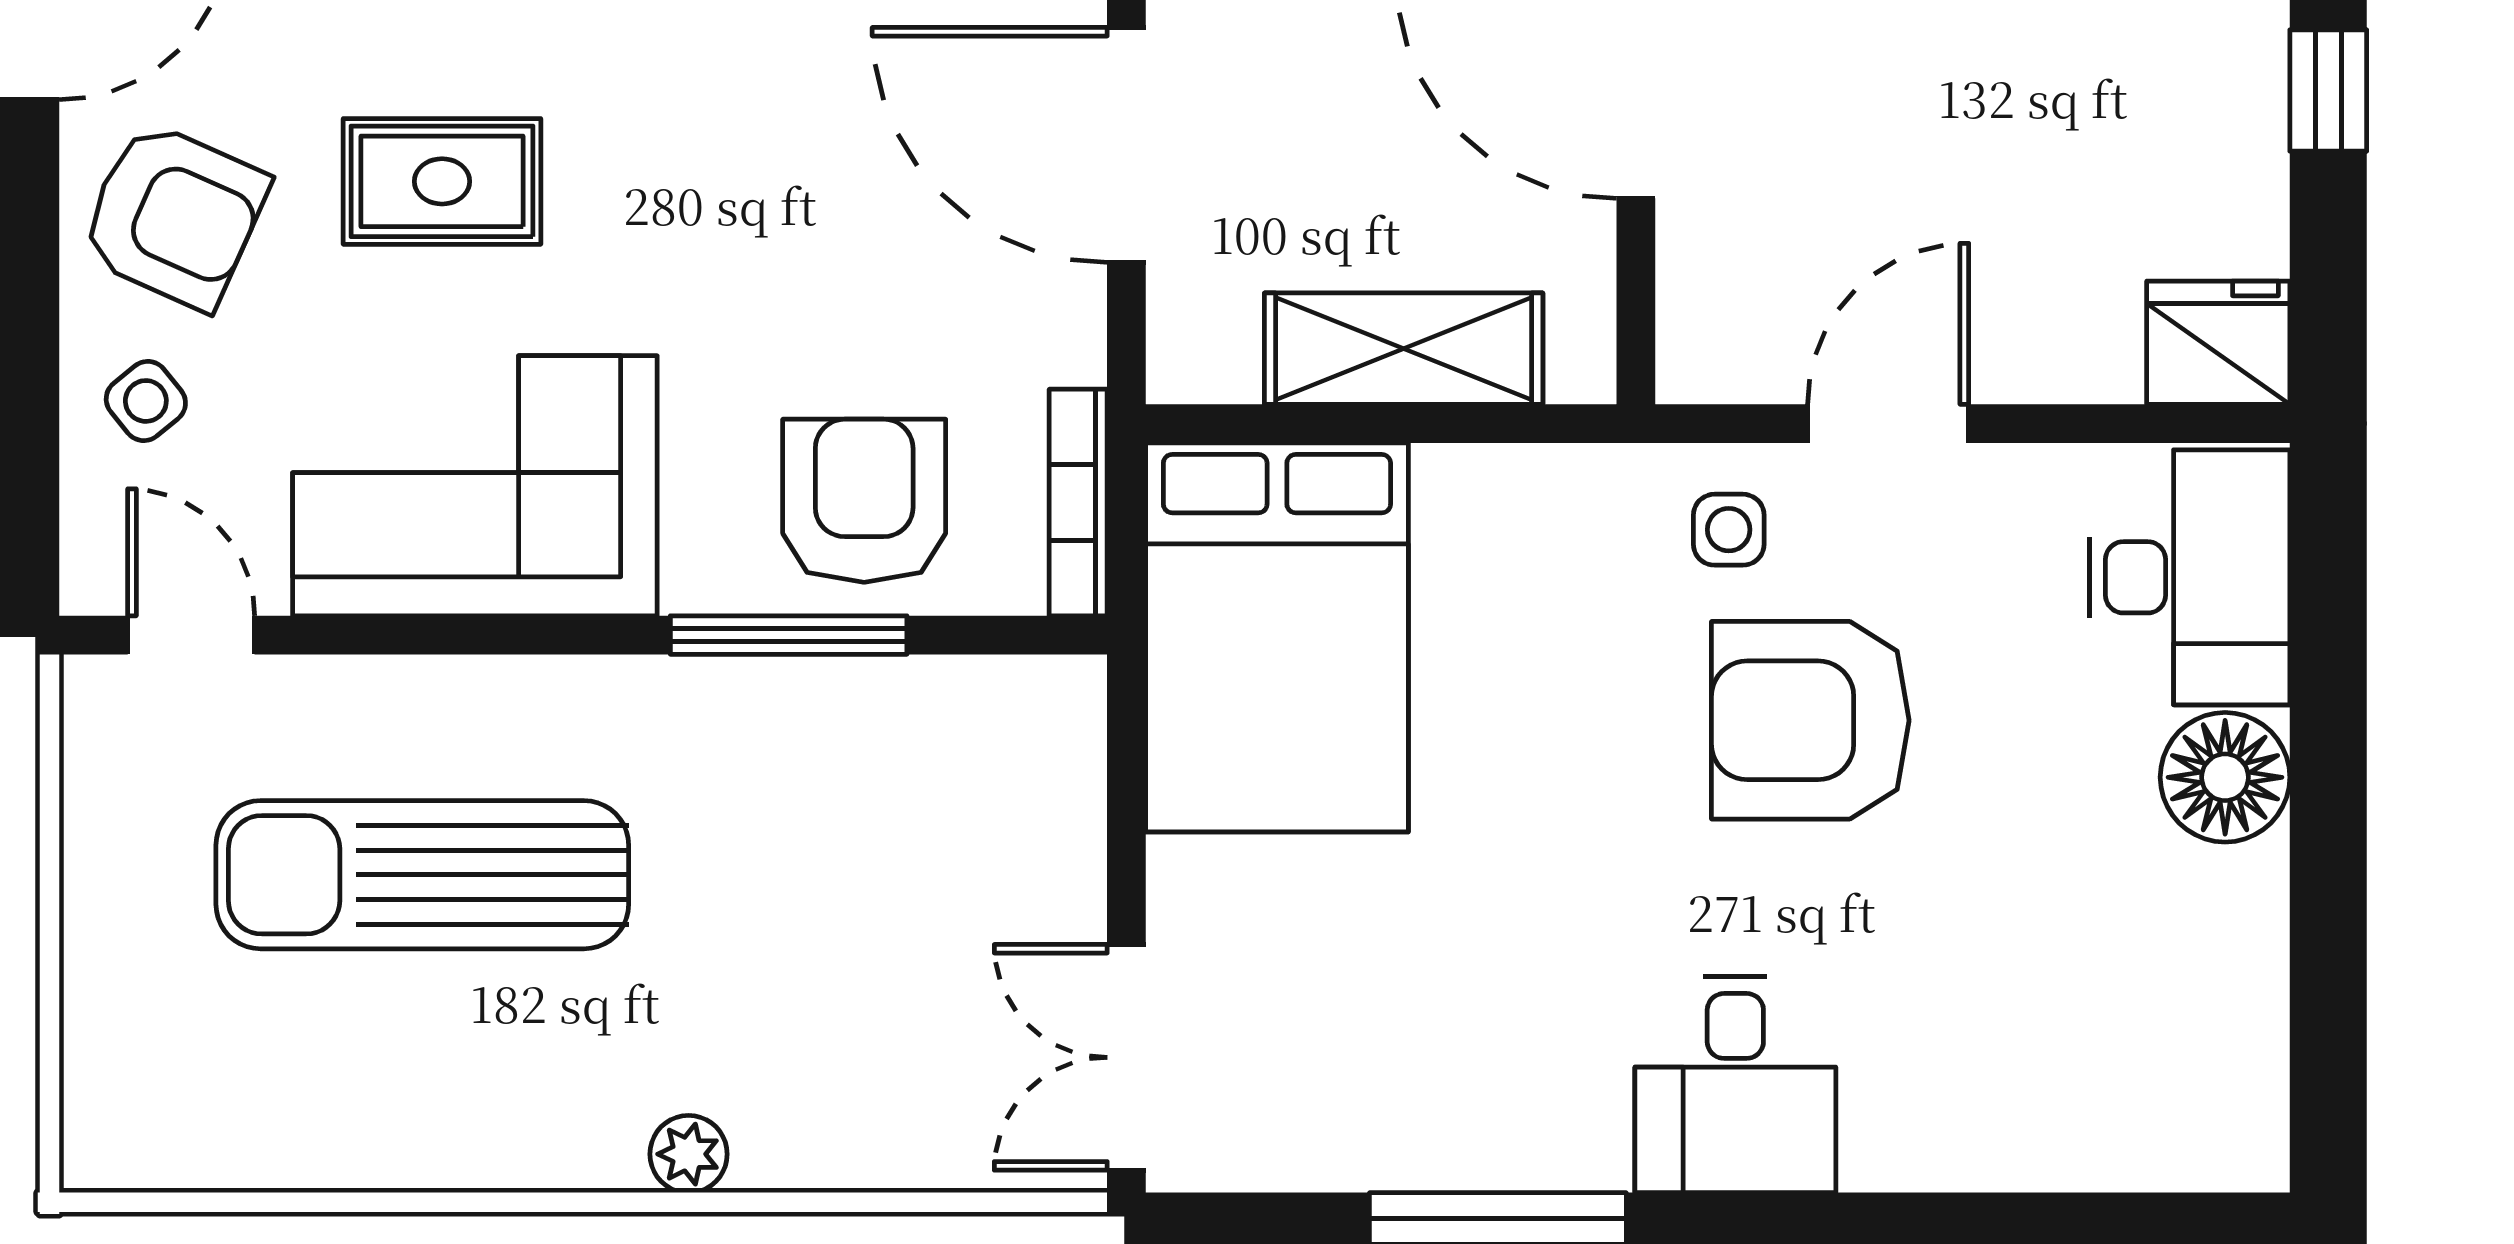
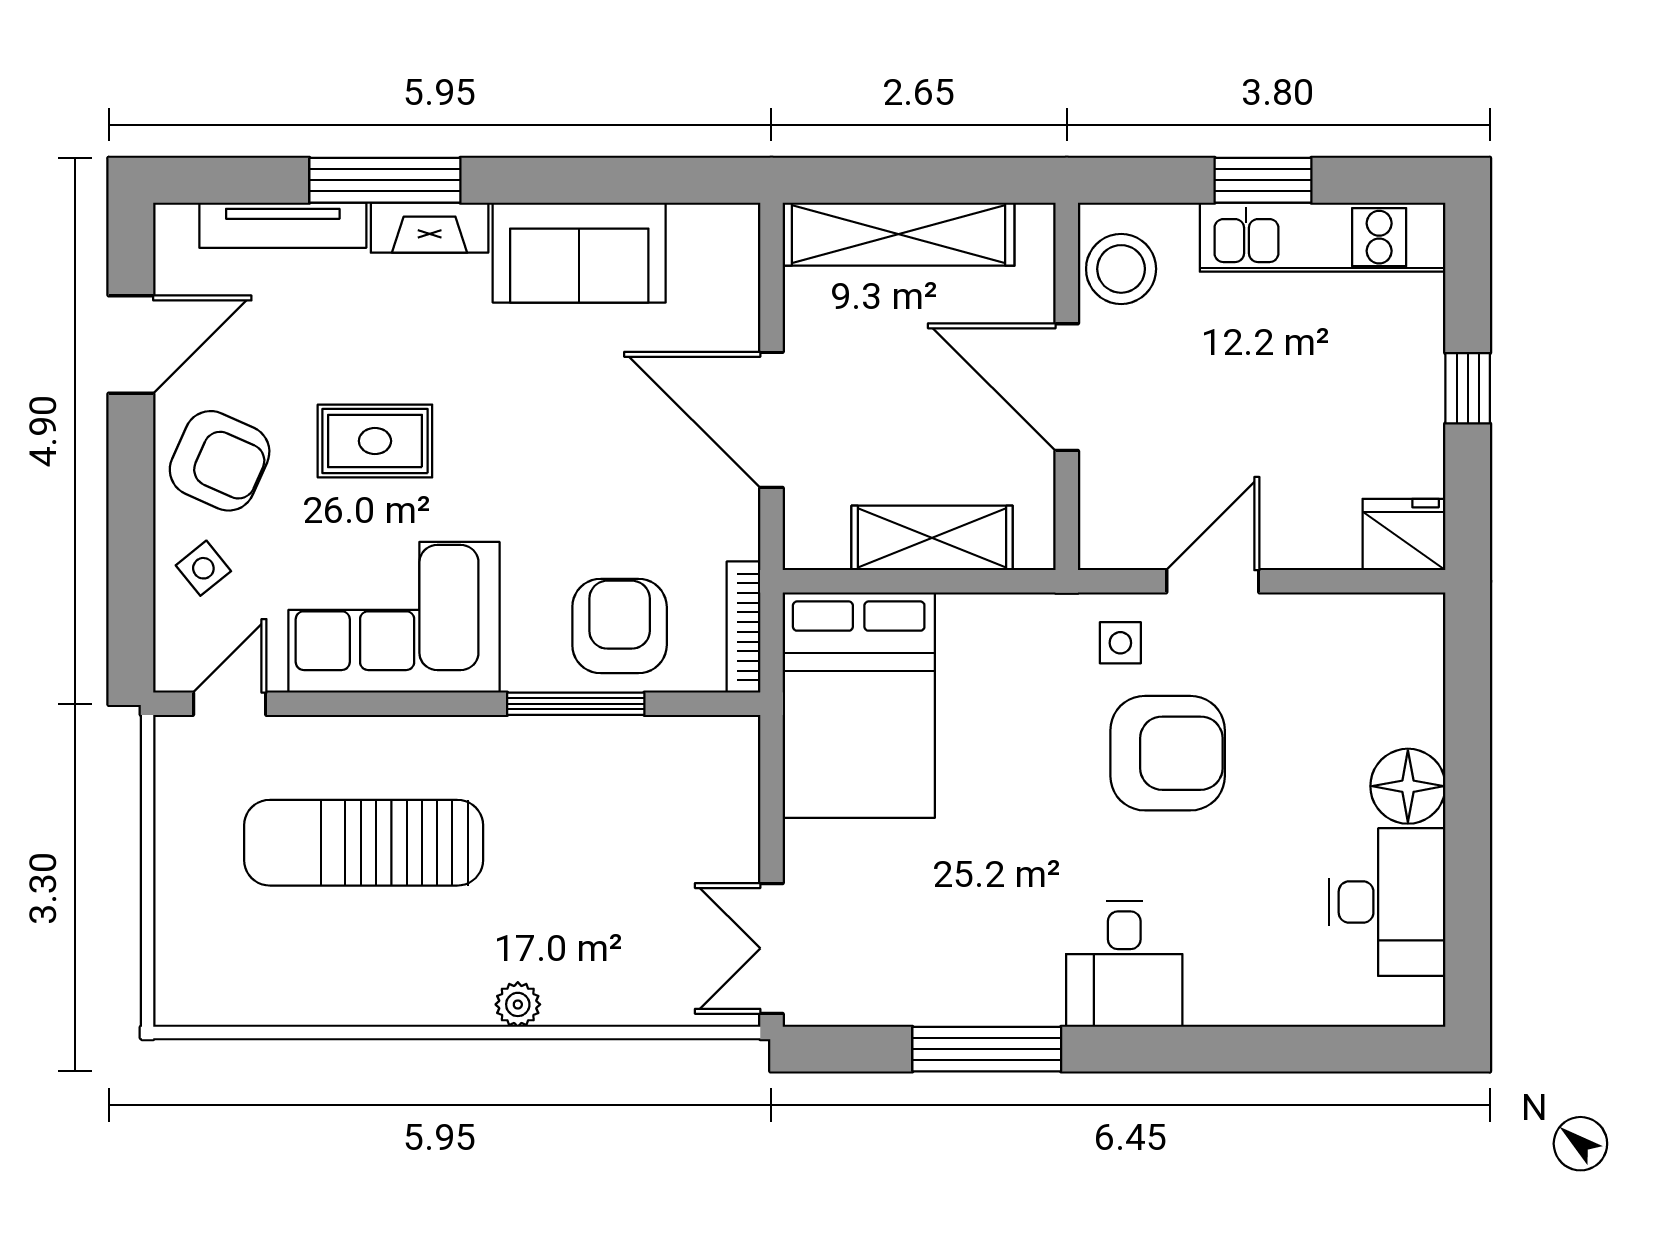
desk: (2190, 577) -> (1387, 902), moved
door: (191, 635) -> (230, 704), hinge flipped
armchair: (1810, 720) -> (1168, 753), turned 180

